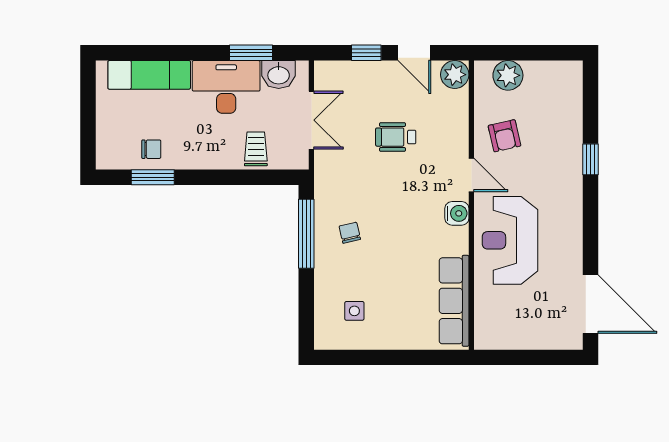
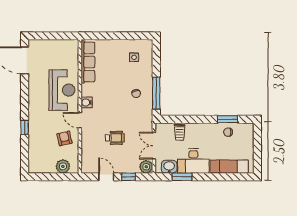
plant: (455, 75) -> (146, 167), moved

